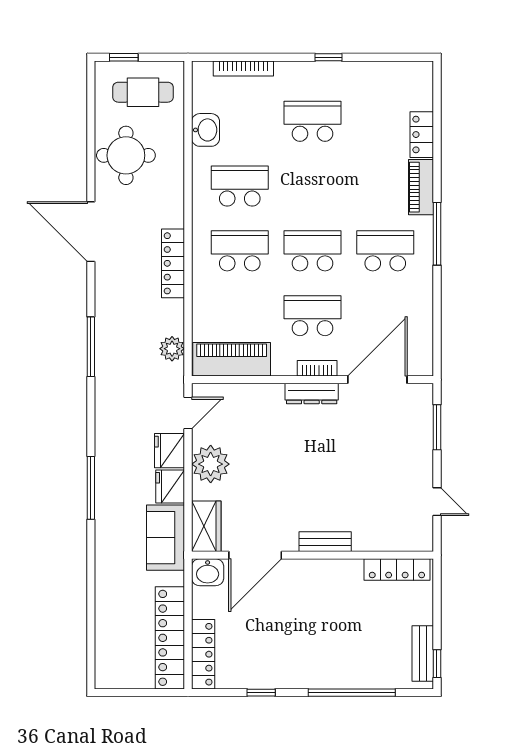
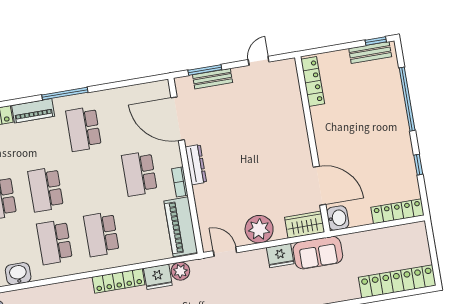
school desk: (312, 251) -> (46, 189), moved
bookcase: (317, 368) -> (180, 182), moved
fridge: (170, 451) -> (158, 277), moved
bench: (325, 542) -> (213, 79), moved, turned 90
locker: (170, 638) -> (397, 281), moved, turned 180

